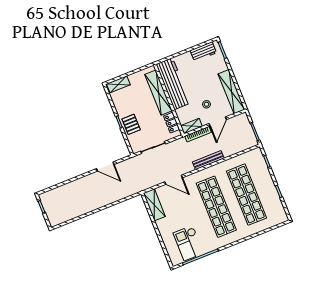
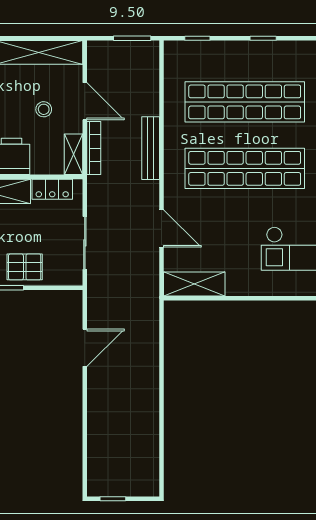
door: (174, 180) -> (162, 229), hinge flipped

